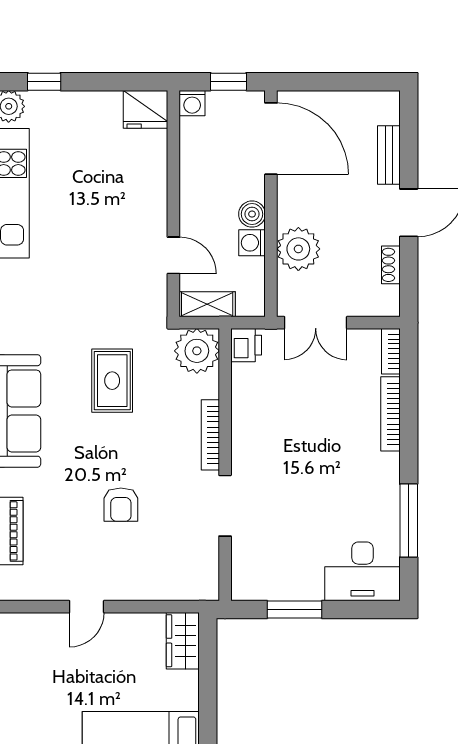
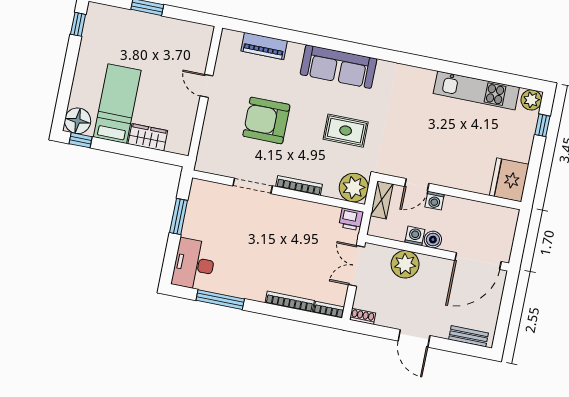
window: (228, 82) -> (519, 241), removed
washing machine: (192, 103) -> (435, 201), moved, turned -90
fridge: (146, 109) -> (509, 180), width x1.36, depth x1.34
bench: (389, 155) -> (469, 336), moved
shoe rack: (391, 265) -> (363, 316), moved
armchair: (121, 505) -> (266, 120), width x1.88, depth x1.88
wardrobe: (183, 641) -> (148, 137), moved

